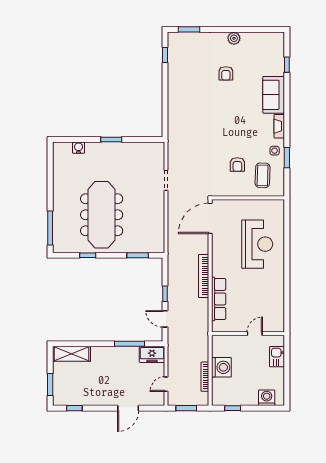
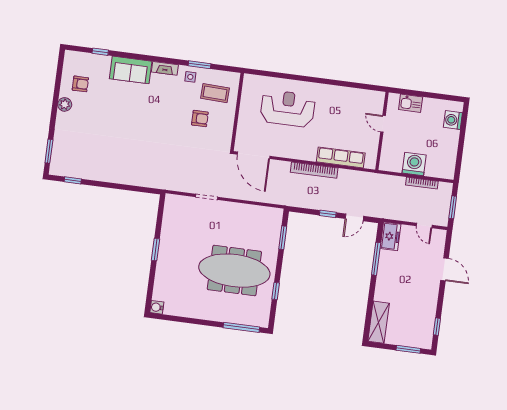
armchair: (226, 73) -> (80, 84), moved
water cooler: (79, 148) -> (157, 307), moved
window: (233, 408) -> (459, 158), removed

